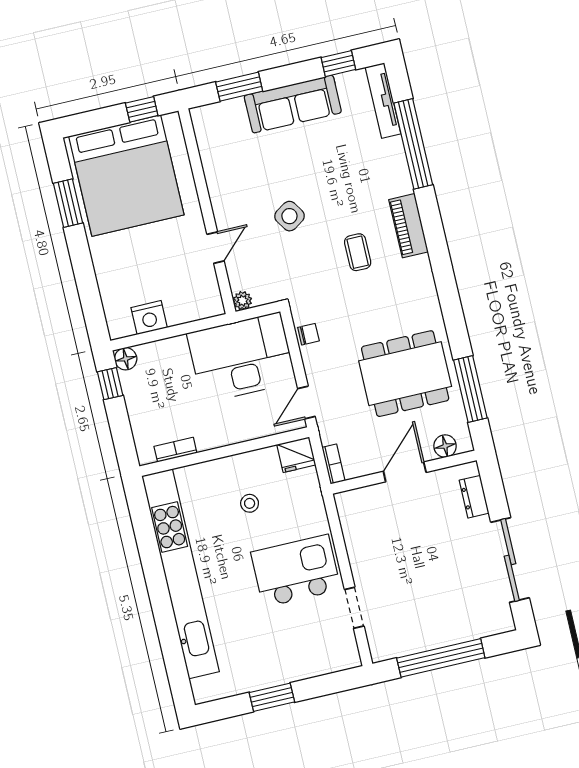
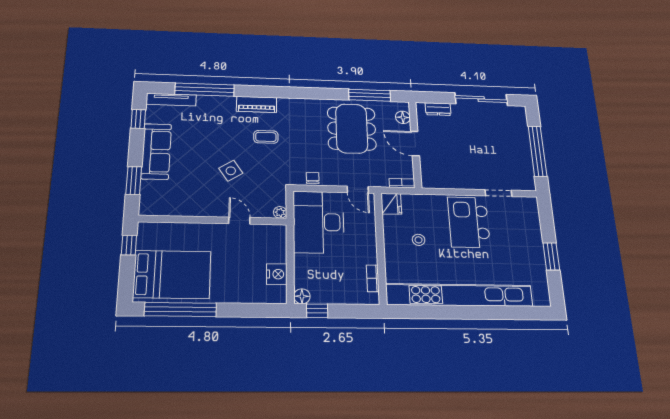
bed: (126, 176) -> (172, 274), width x0.73
window: (68, 203) -> (180, 309), width x2.11

